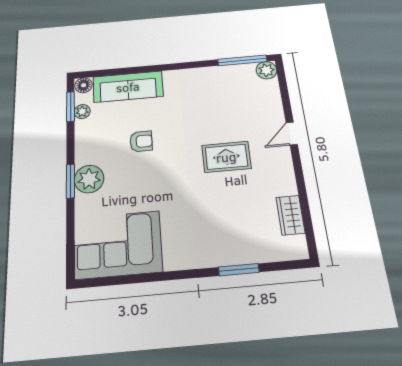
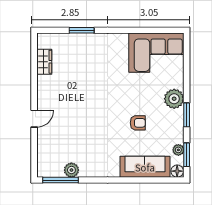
plant: (266, 70) -> (71, 170), moved
armchair: (141, 141) -> (138, 123), turned 180
rug: (226, 157) -> (81, 106), removed
window: (70, 181) -> (187, 115), moved

